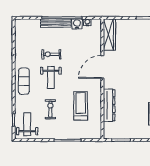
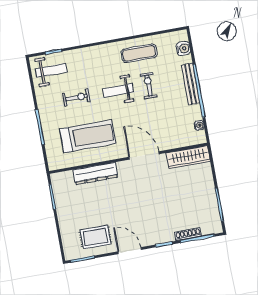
water cooler: (77, 24) -> (183, 49), moved
exercise mat: (24, 81) -> (139, 53), moved
treadmill: (81, 106) -> (88, 136), width x1.37, depth x1.38

